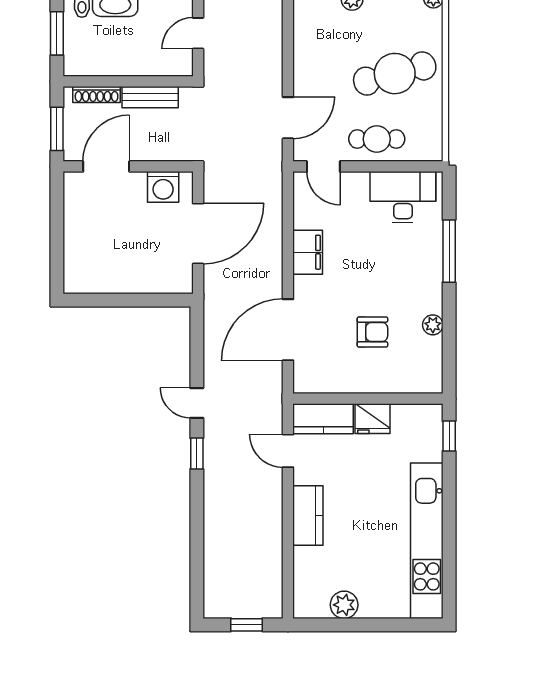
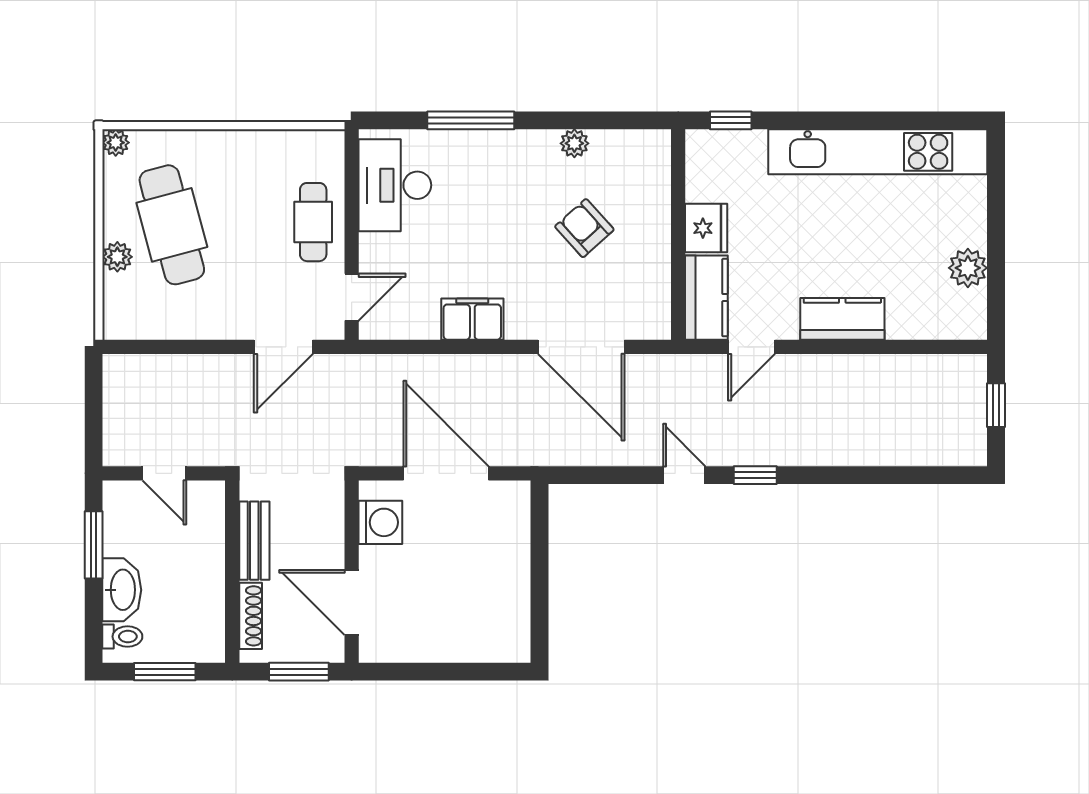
cafe table: (395, 74) -> (172, 225), moved
door: (288, 118) -> (283, 347), swing flipped
armchair: (372, 332) -> (584, 228), turned -42
door: (197, 403) -> (684, 475), swing flipped

